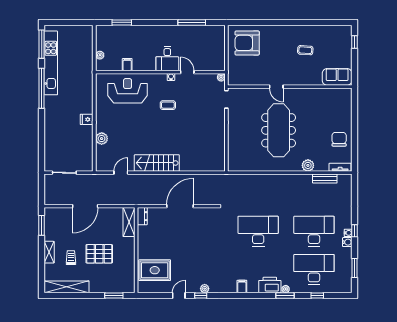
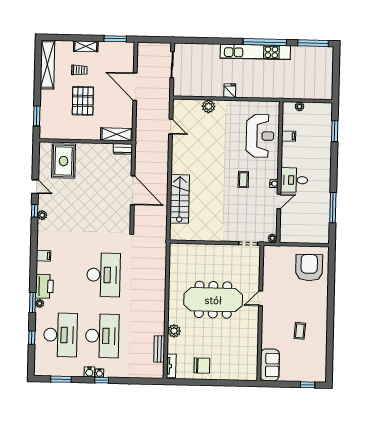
kitchen unit: (51, 63) -> (255, 52), moved
stairs: (157, 163) -> (180, 199), moved

